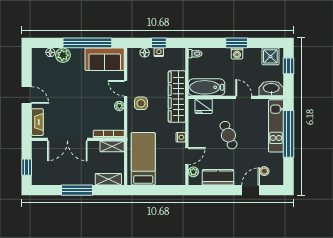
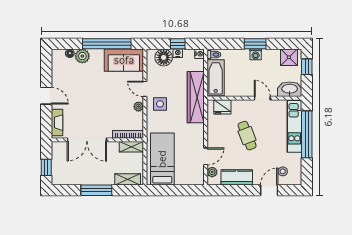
floor lamp: (145, 53) -> (164, 57), width x1.89, depth x1.89
bathtub: (207, 87) -> (216, 78), moved, turned 90
nightstand: (181, 137) -> (200, 54), moved

